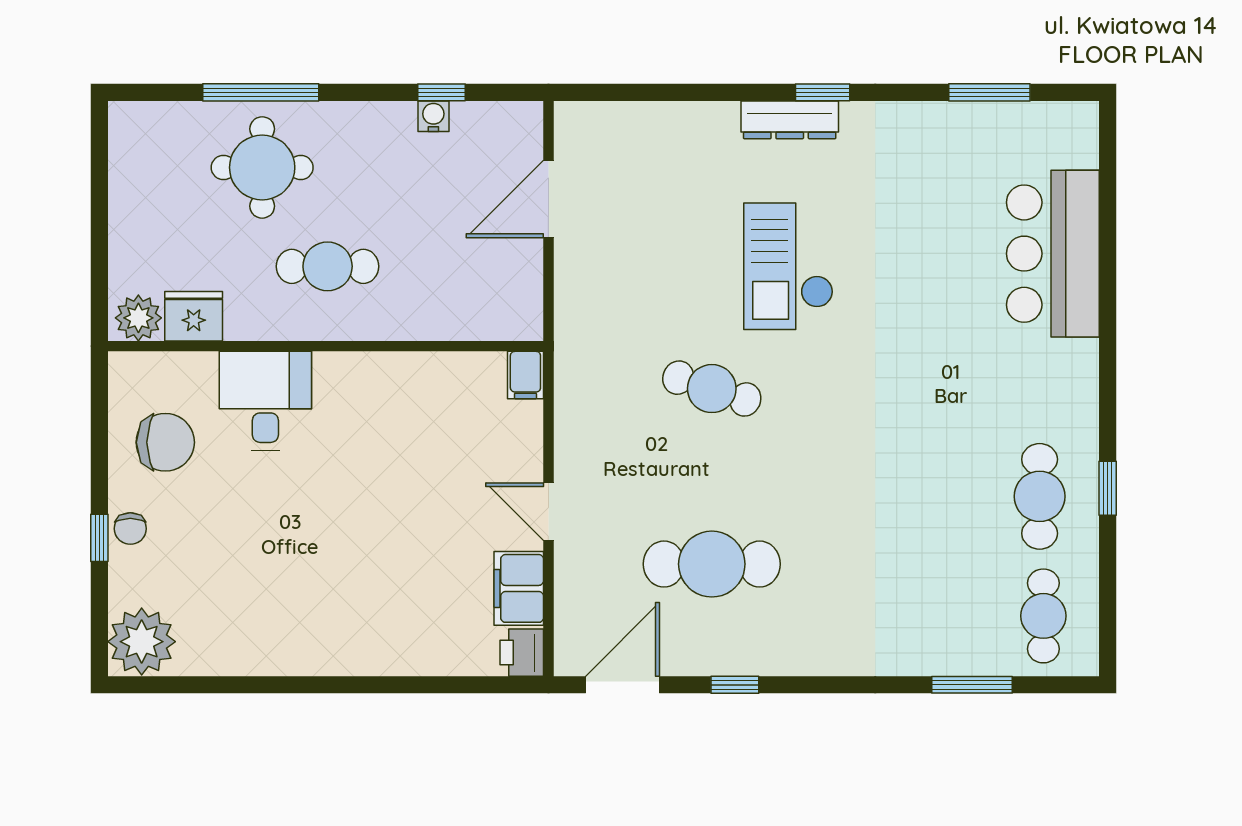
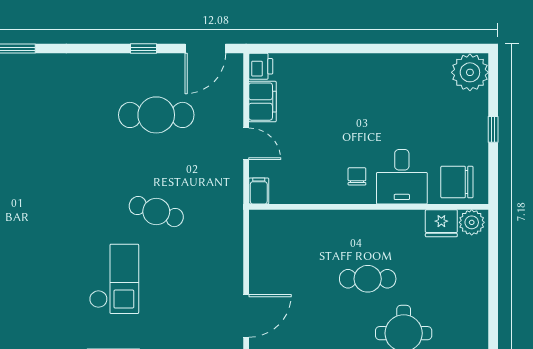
fridge: (194, 316) -> (441, 223), moved
plant: (138, 318) -> (472, 222), moved
wall: (326, 346) -> (369, 207), moved
filing cabinet: (525, 375) -> (259, 191), moved
desk: (265, 401) -> (402, 177), moved
chair: (130, 529) -> (357, 176), moved

